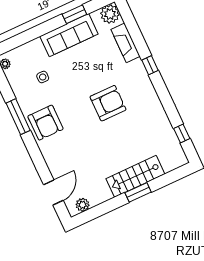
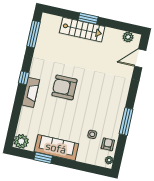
fireplace: (125, 43) -> (31, 92), moved
window: (150, 65) -> (24, 78), moved
armchair: (45, 123) -> (108, 144), moved, width x0.53, depth x0.53
window: (182, 134) -> (34, 34), width x2.17

